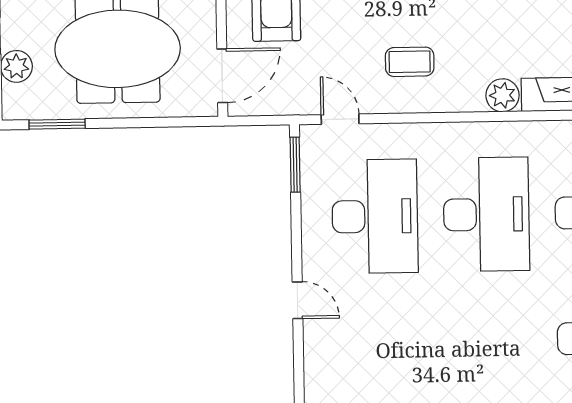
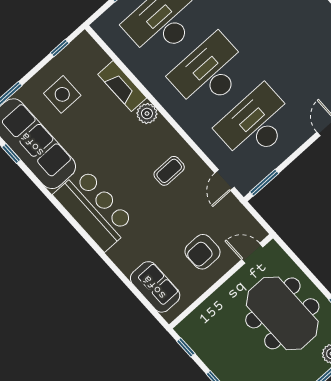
coffee table: (410, 62) -> (169, 171), turned 90
door: (222, 76) -> (252, 253), width x0.73

